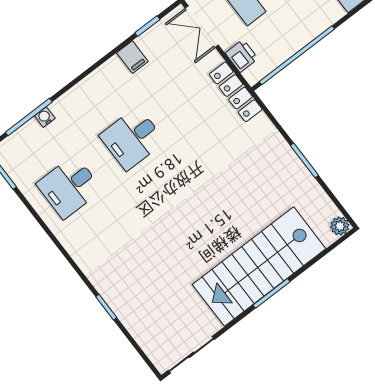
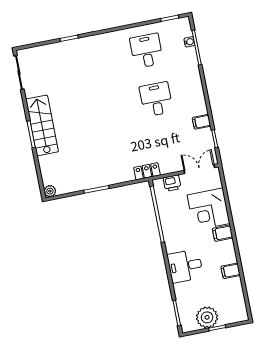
locker: (236, 92) -> (147, 171), width x0.66
water cooler: (45, 117) -> (189, 42), moved
stairs: (259, 267) -> (42, 125), width x0.73, depth x0.66

